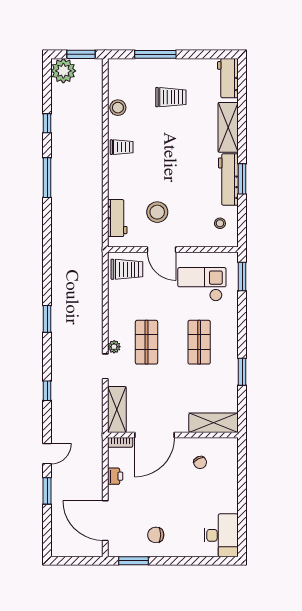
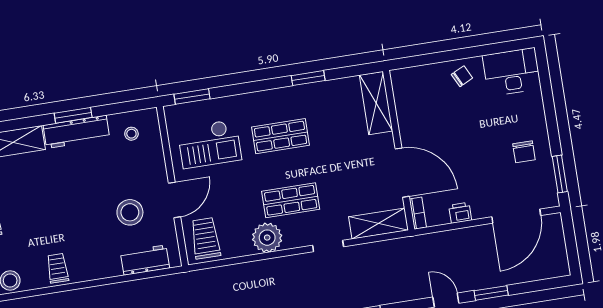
checkout: (202, 284) -> (209, 144), turned -90
plant: (114, 347) -> (267, 238), moved, width x1.87, depth x1.87
chair: (200, 462) -> (462, 76), moved

